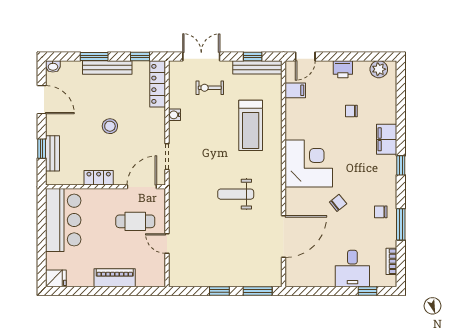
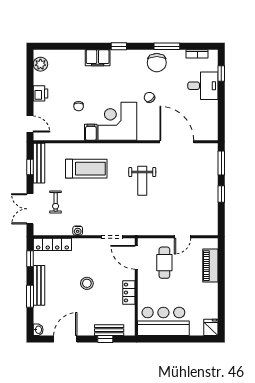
filing cabinet: (295, 90) -> (91, 132), moved
chair: (351, 111) -> (79, 106), moved
chair: (381, 212) -> (157, 63), width x1.87, depth x1.87
piano: (115, 278) -> (210, 266), moved

